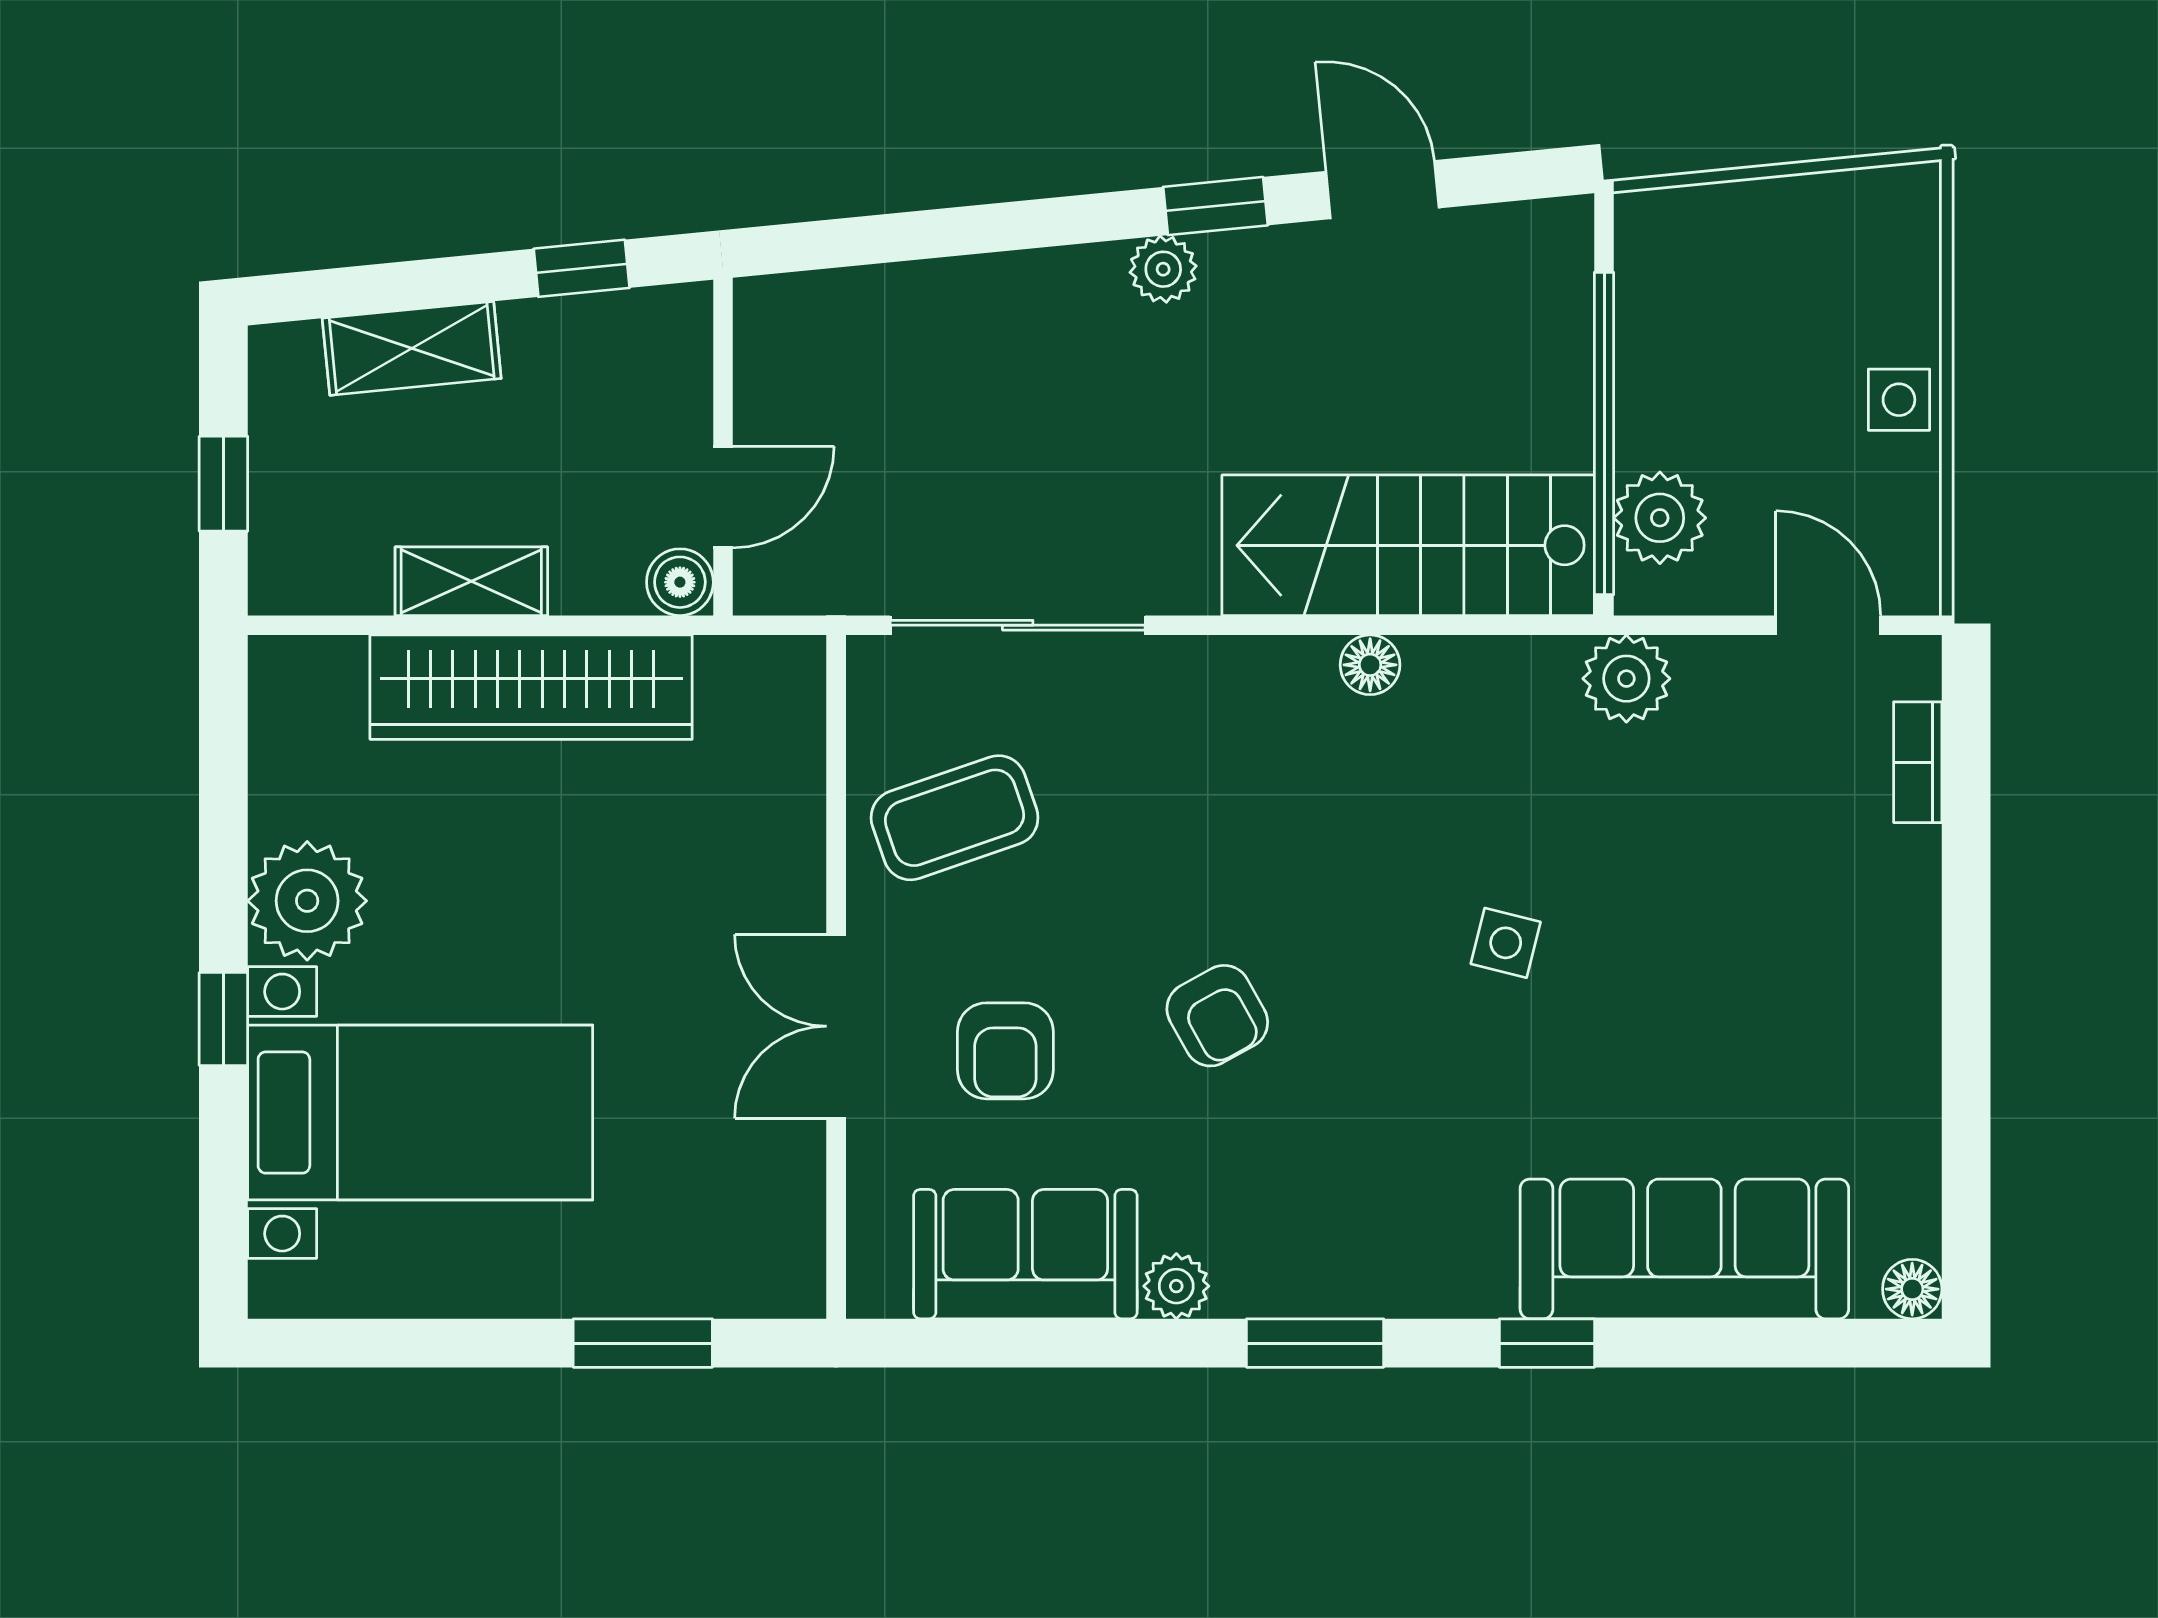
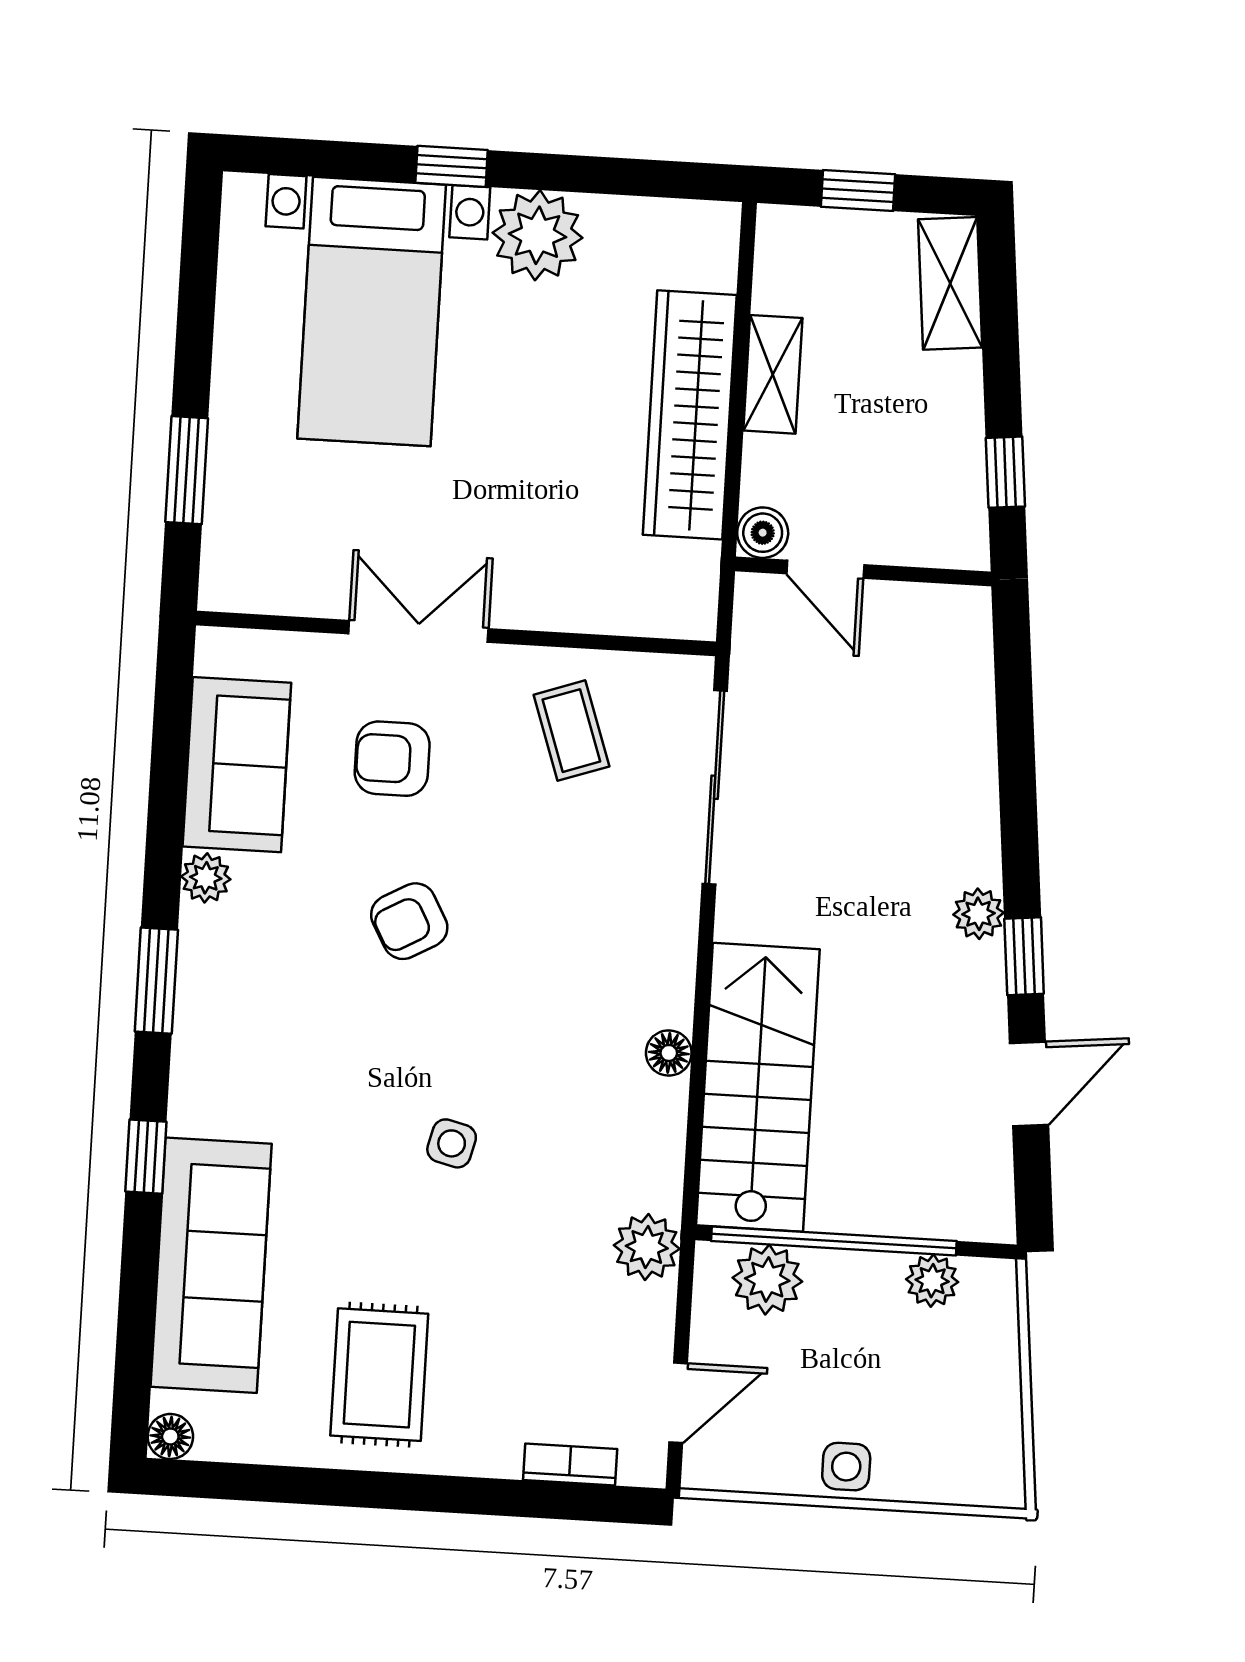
plant: (1648, 301) -> (932, 1281), added
shelving: (412, 348) -> (950, 283), moved
coffee table: (955, 818) -> (571, 731), width x0.73, depth x0.77
rug: (1815, 1020) -> (379, 1375), added

